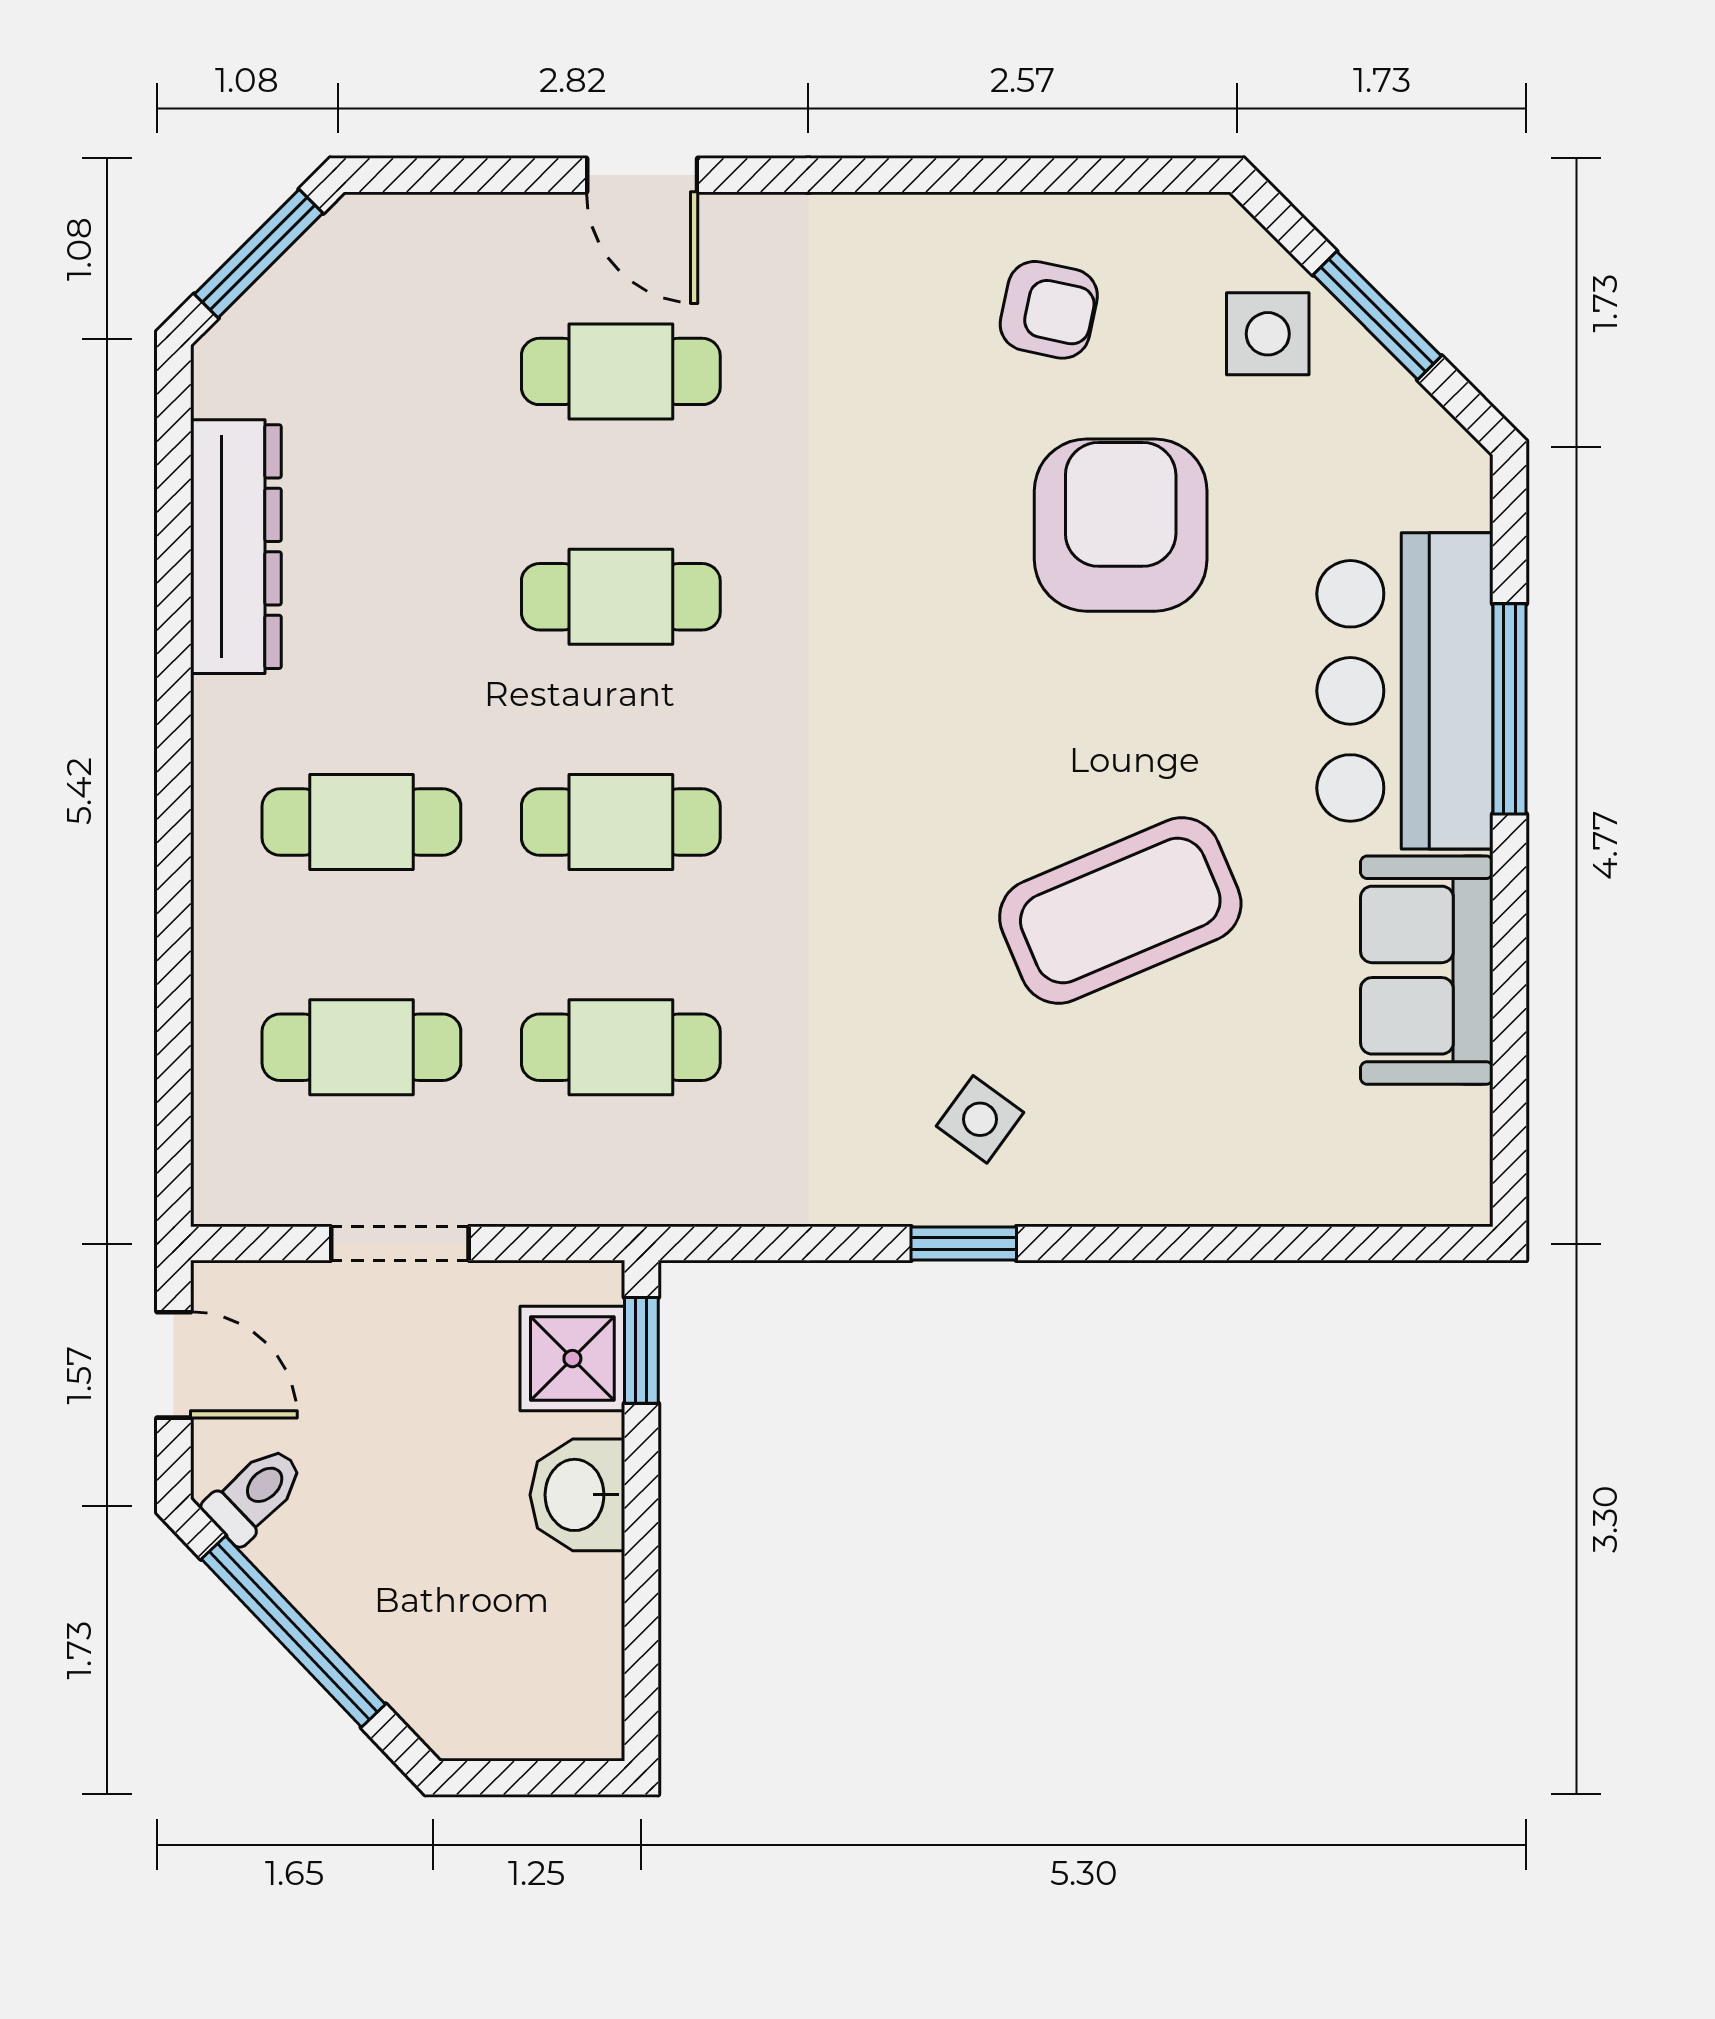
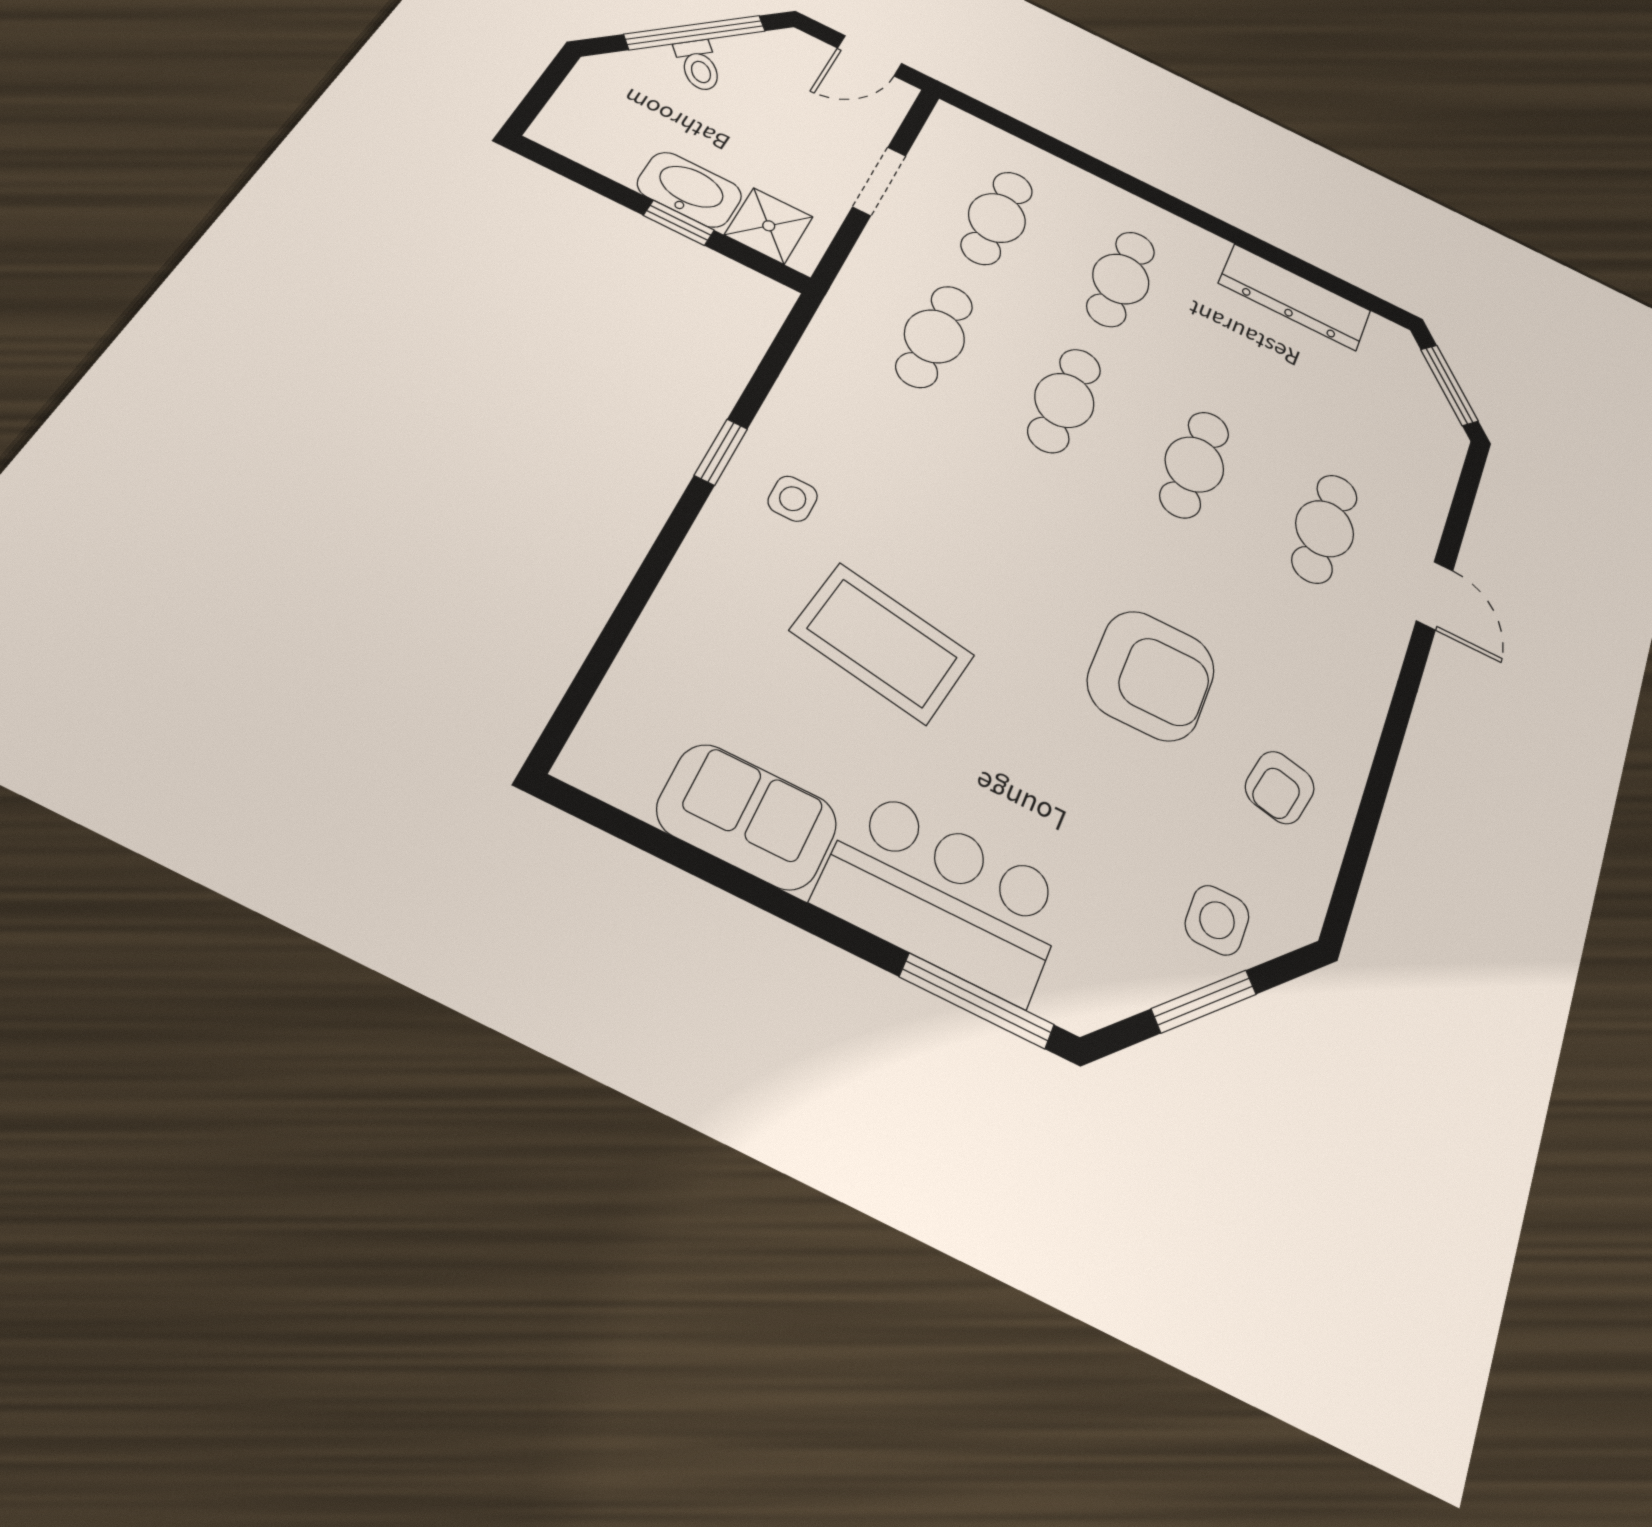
door: (642, 175) -> (1435, 596), swing flipped
armchair: (1121, 525) -> (1151, 675), moved
window: (1509, 709) -> (977, 1001), moved
coffee table: (1120, 910) -> (882, 643), turned -58
side table: (980, 1119) -> (793, 499), turned -36
window: (641, 1350) -> (679, 223), moved
toilet: (255, 1494) -> (699, 65), moved
washbasin: (577, 1495) -> (689, 190), width x1.38

